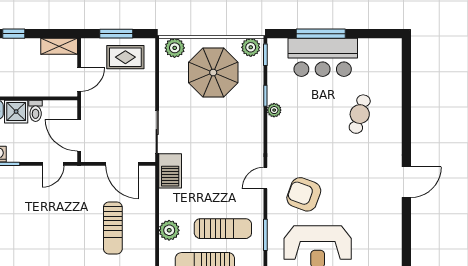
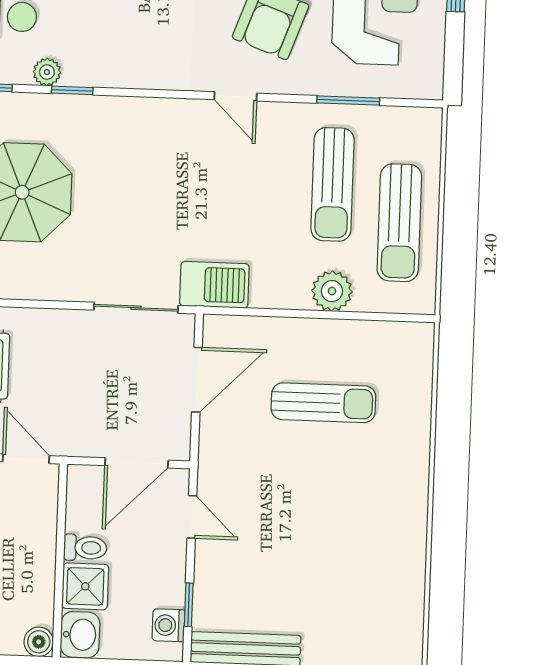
plant: (274, 110) -> (47, 72), moved
sun lounger: (223, 229) -> (333, 184), turned 180

